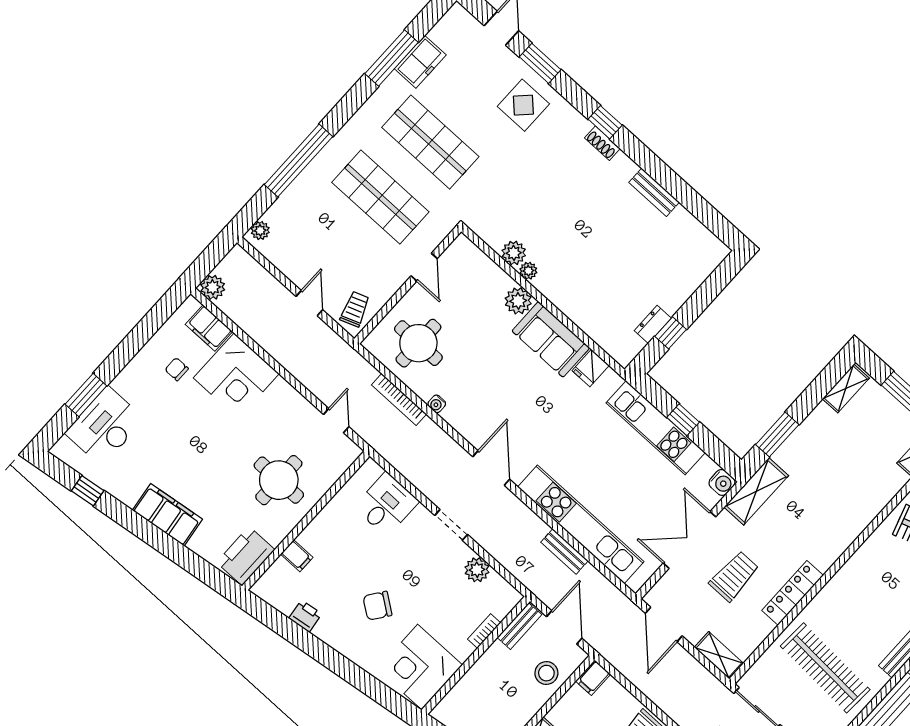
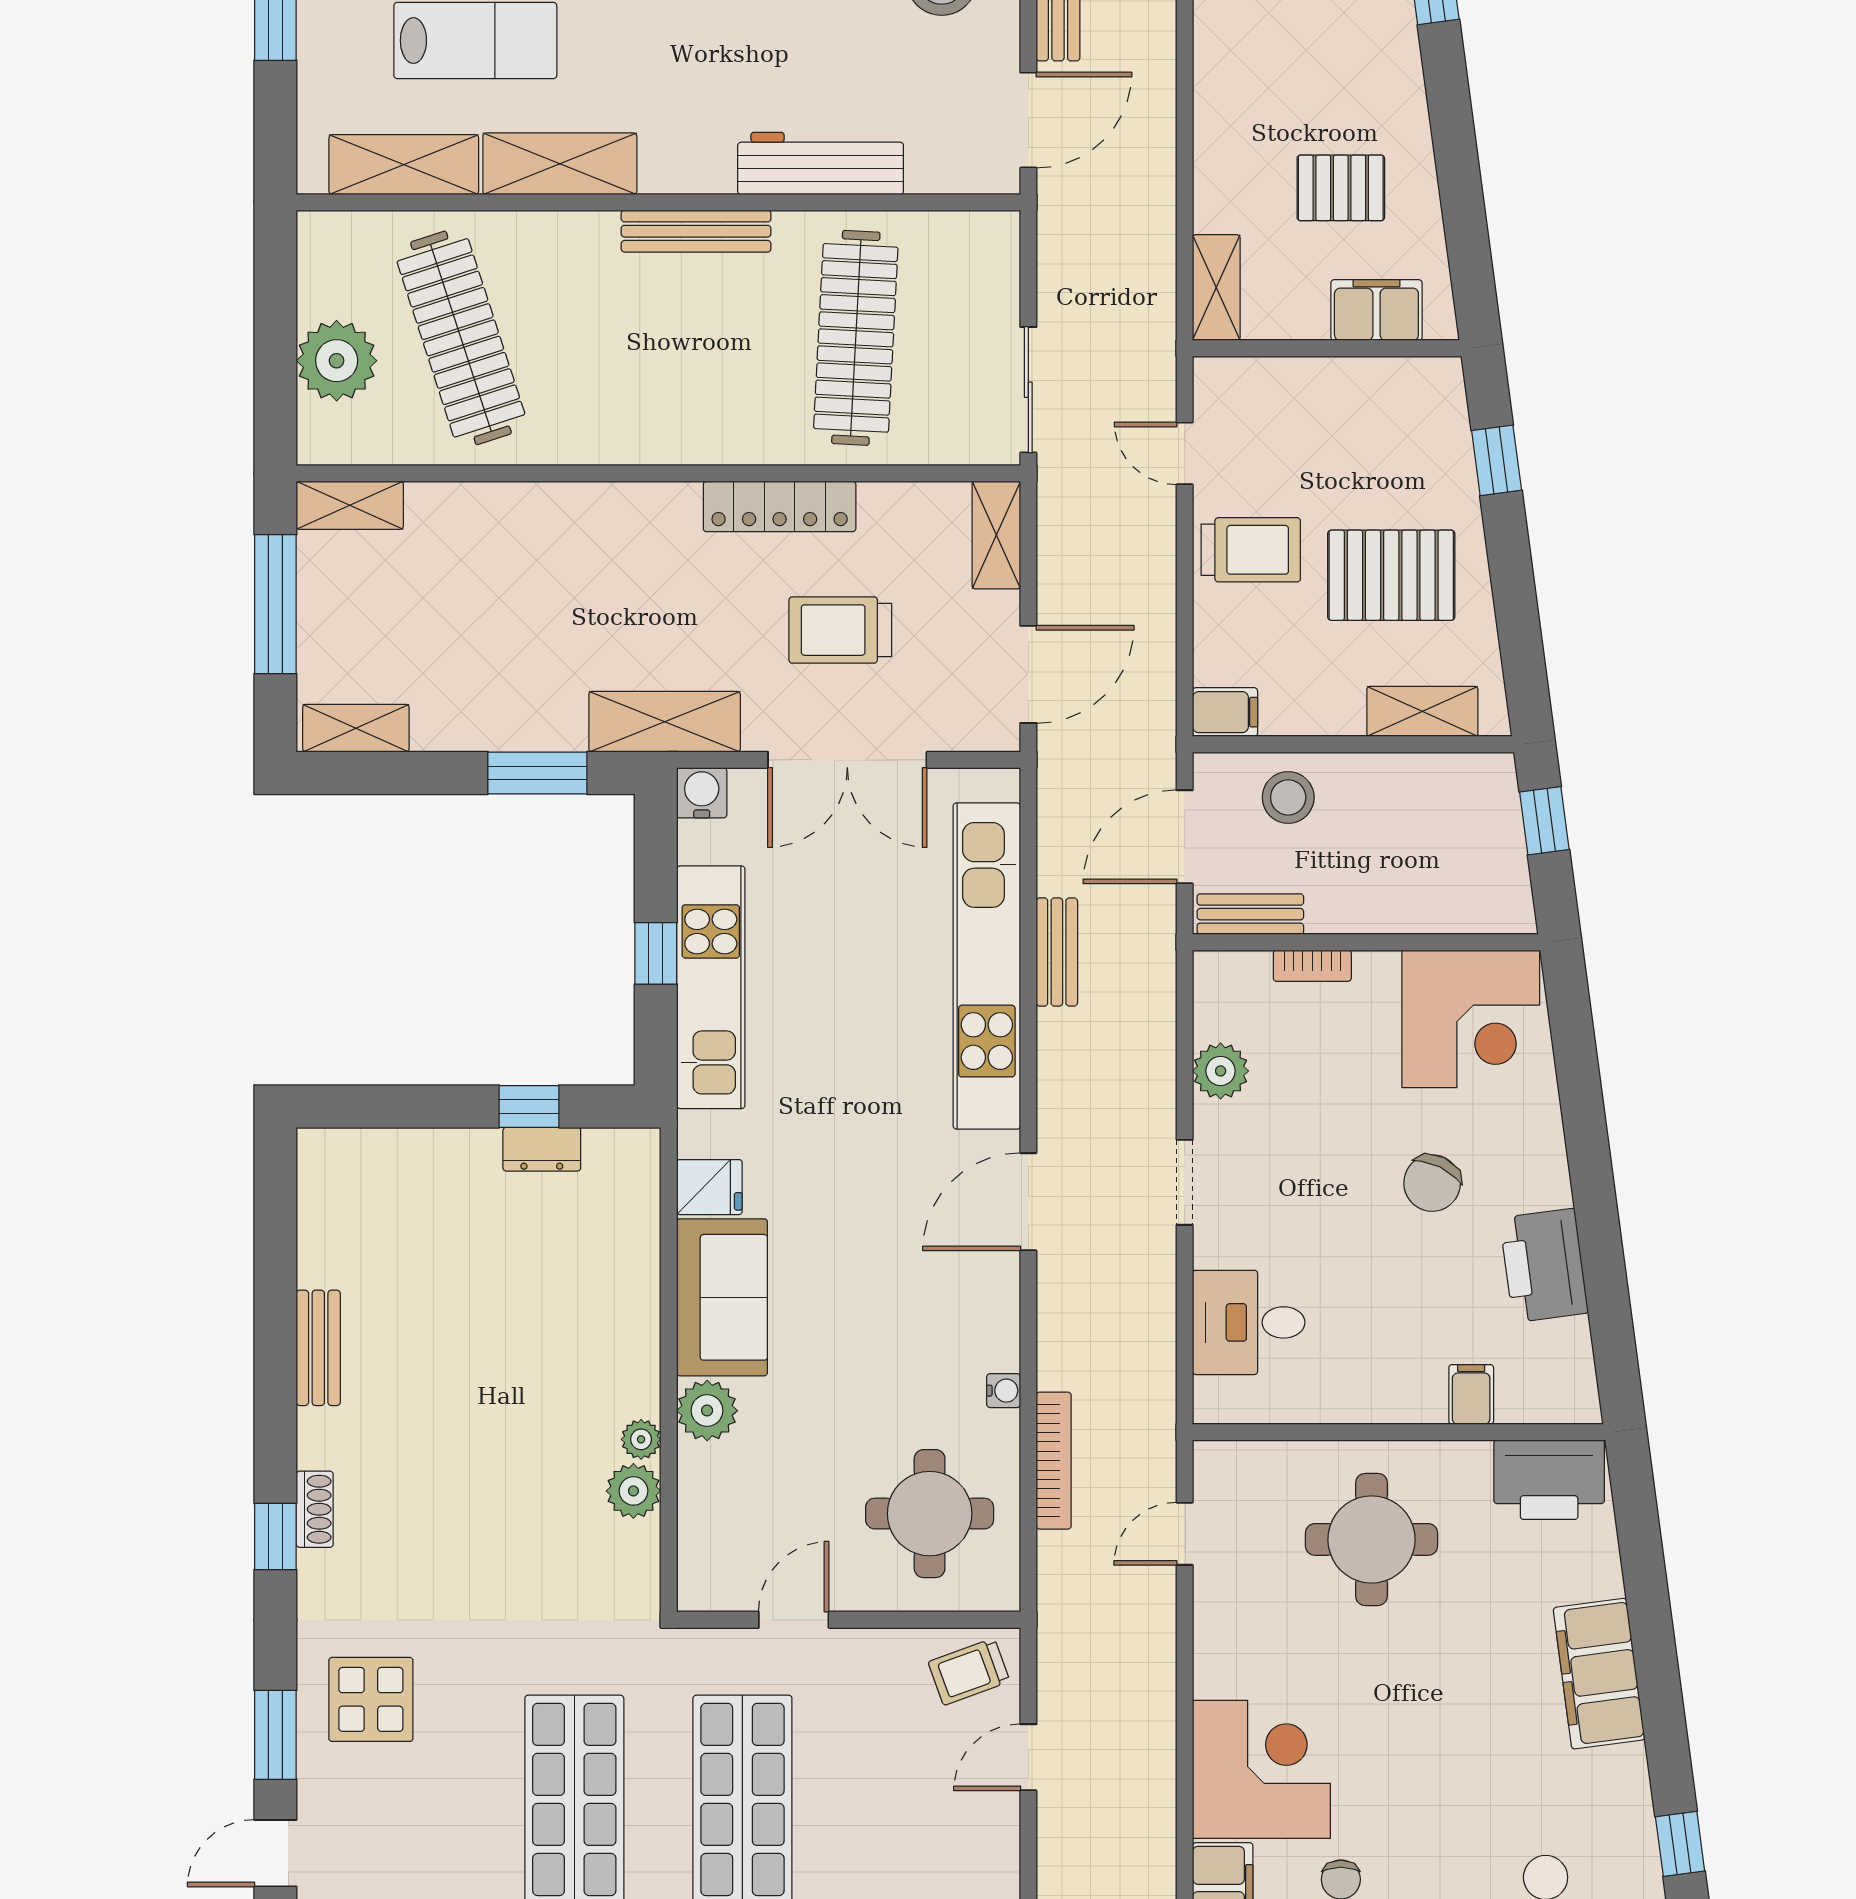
chair: (377, 606) -> (1432, 1183), turned 80
printer: (305, 616) -> (1544, 1265), width x1.87, depth x1.48

